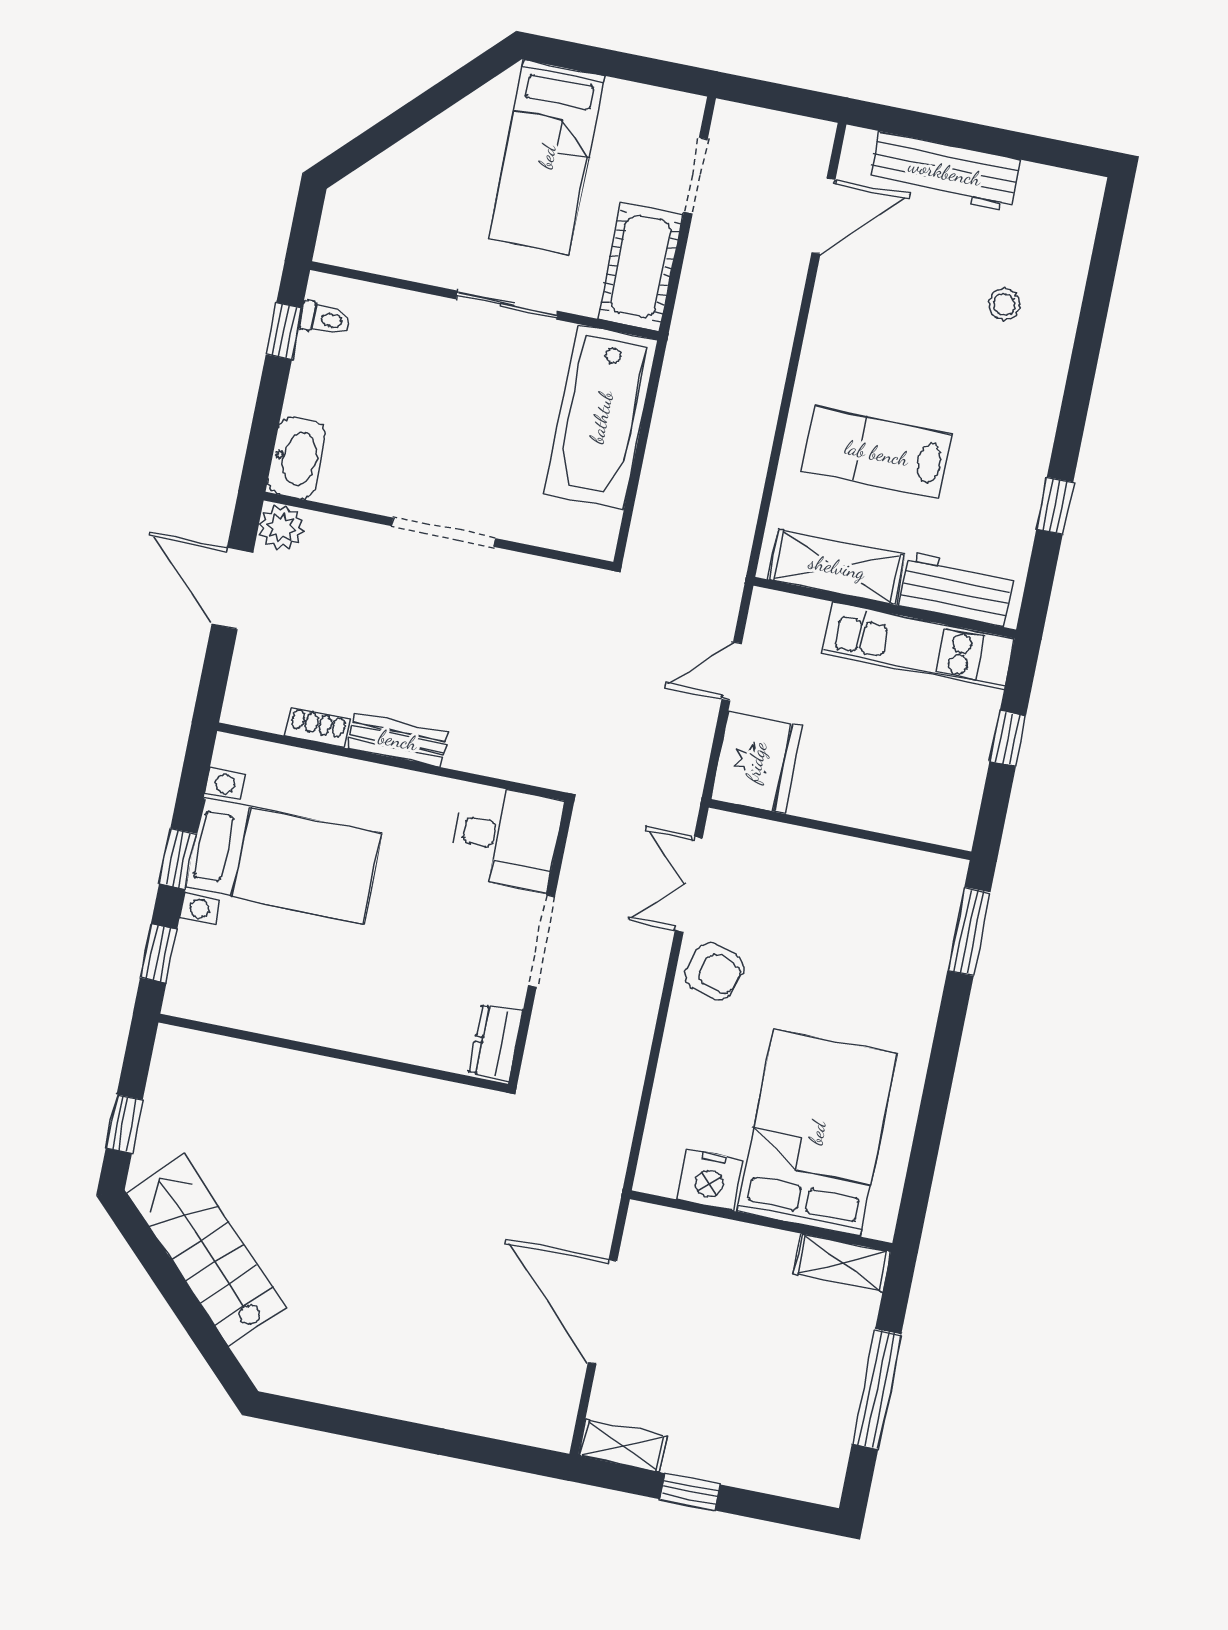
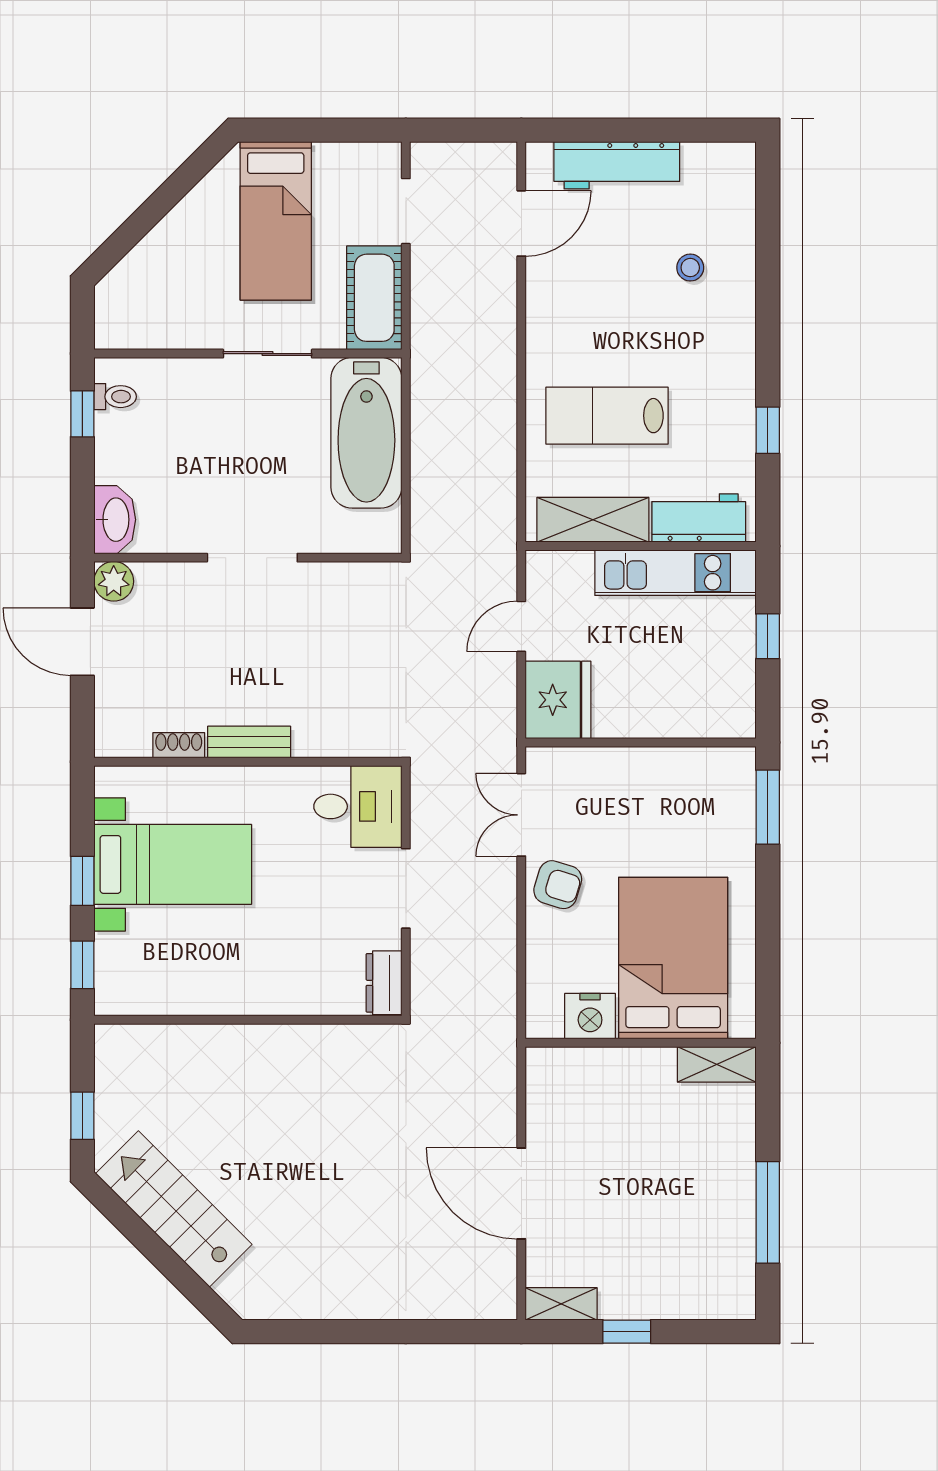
bed: (817, 1133) -> (673, 958), moved
nightstand: (710, 1179) -> (590, 1016), moved
wall: (761, 1221) -> (641, 1043), moved
shelving: (842, 1263) -> (717, 1064), moved

